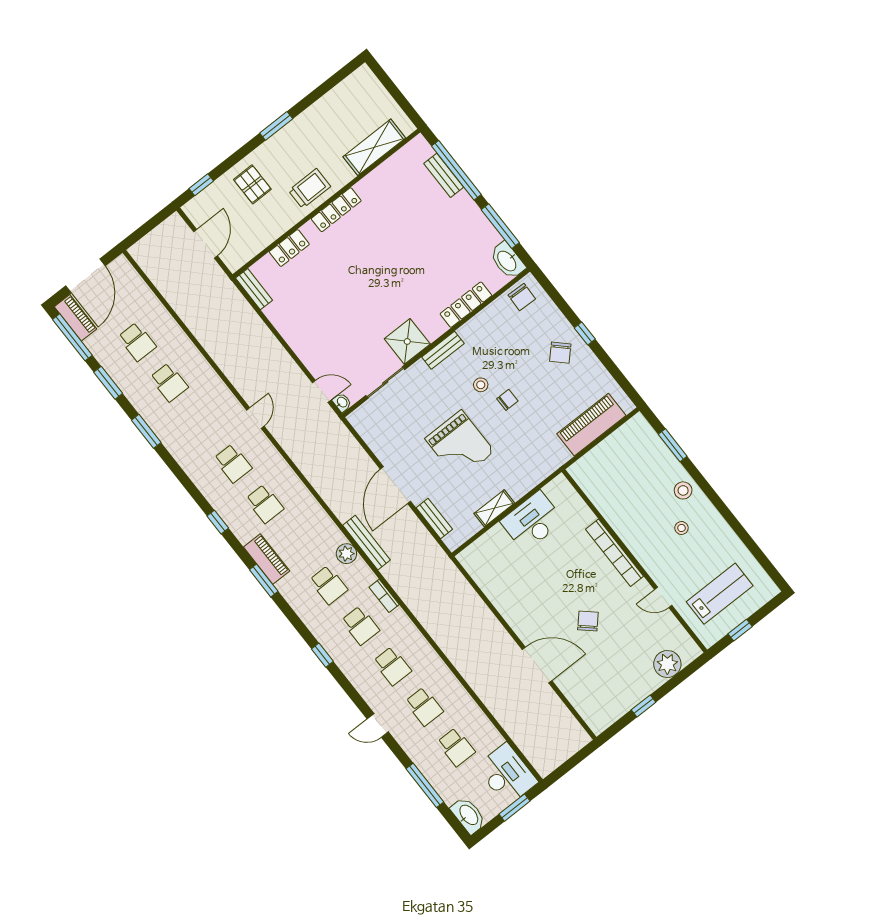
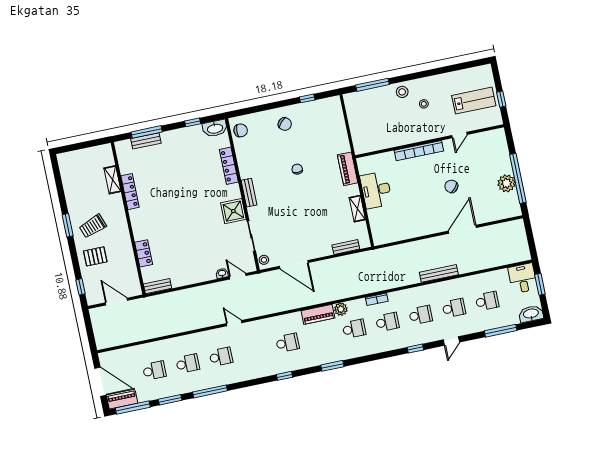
shelving: (374, 147) -> (112, 180), width x0.67, depth x0.75
window: (456, 170) -> (147, 132), width x0.68
trolley: (310, 188) -> (93, 226), moved, turned -110
locker: (336, 210) -> (130, 192), moved
window: (500, 226) -> (193, 122), width x0.46
window: (585, 334) -> (307, 98), moved
stool: (481, 385) -> (264, 260), moved
door: (322, 391) -> (238, 276), hinge flipped
washbasin: (342, 402) -> (222, 273), moved
piano: (591, 425) -> (348, 169), moved, width x0.73, depth x0.75
window: (146, 431) -> (210, 391), width x1.44
grand piano: (460, 445) -> (310, 210), removed
window: (673, 445) -> (372, 85), width x1.44
school desk: (233, 463) -> (221, 357), moved
door: (396, 485) -> (294, 264), moved
bench: (367, 543) -> (439, 273), moved
piano: (267, 559) -> (318, 314), moved, turned 180
lab bench: (720, 594) -> (474, 101), turned 90
window: (322, 655) -> (415, 349), moved
plant: (667, 664) -> (507, 183), moved
window: (644, 706) -> (518, 178), width x3.17
desk: (507, 774) -> (523, 278), width x0.73

